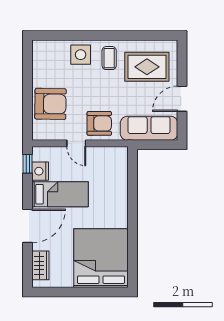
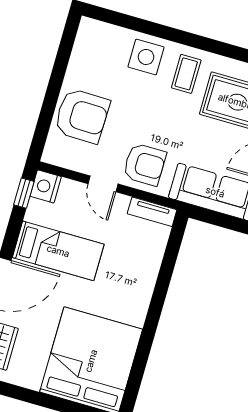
tv unit: (113, 152) -> (152, 212), added
nightstand: (40, 171) -> (46, 186), moved

